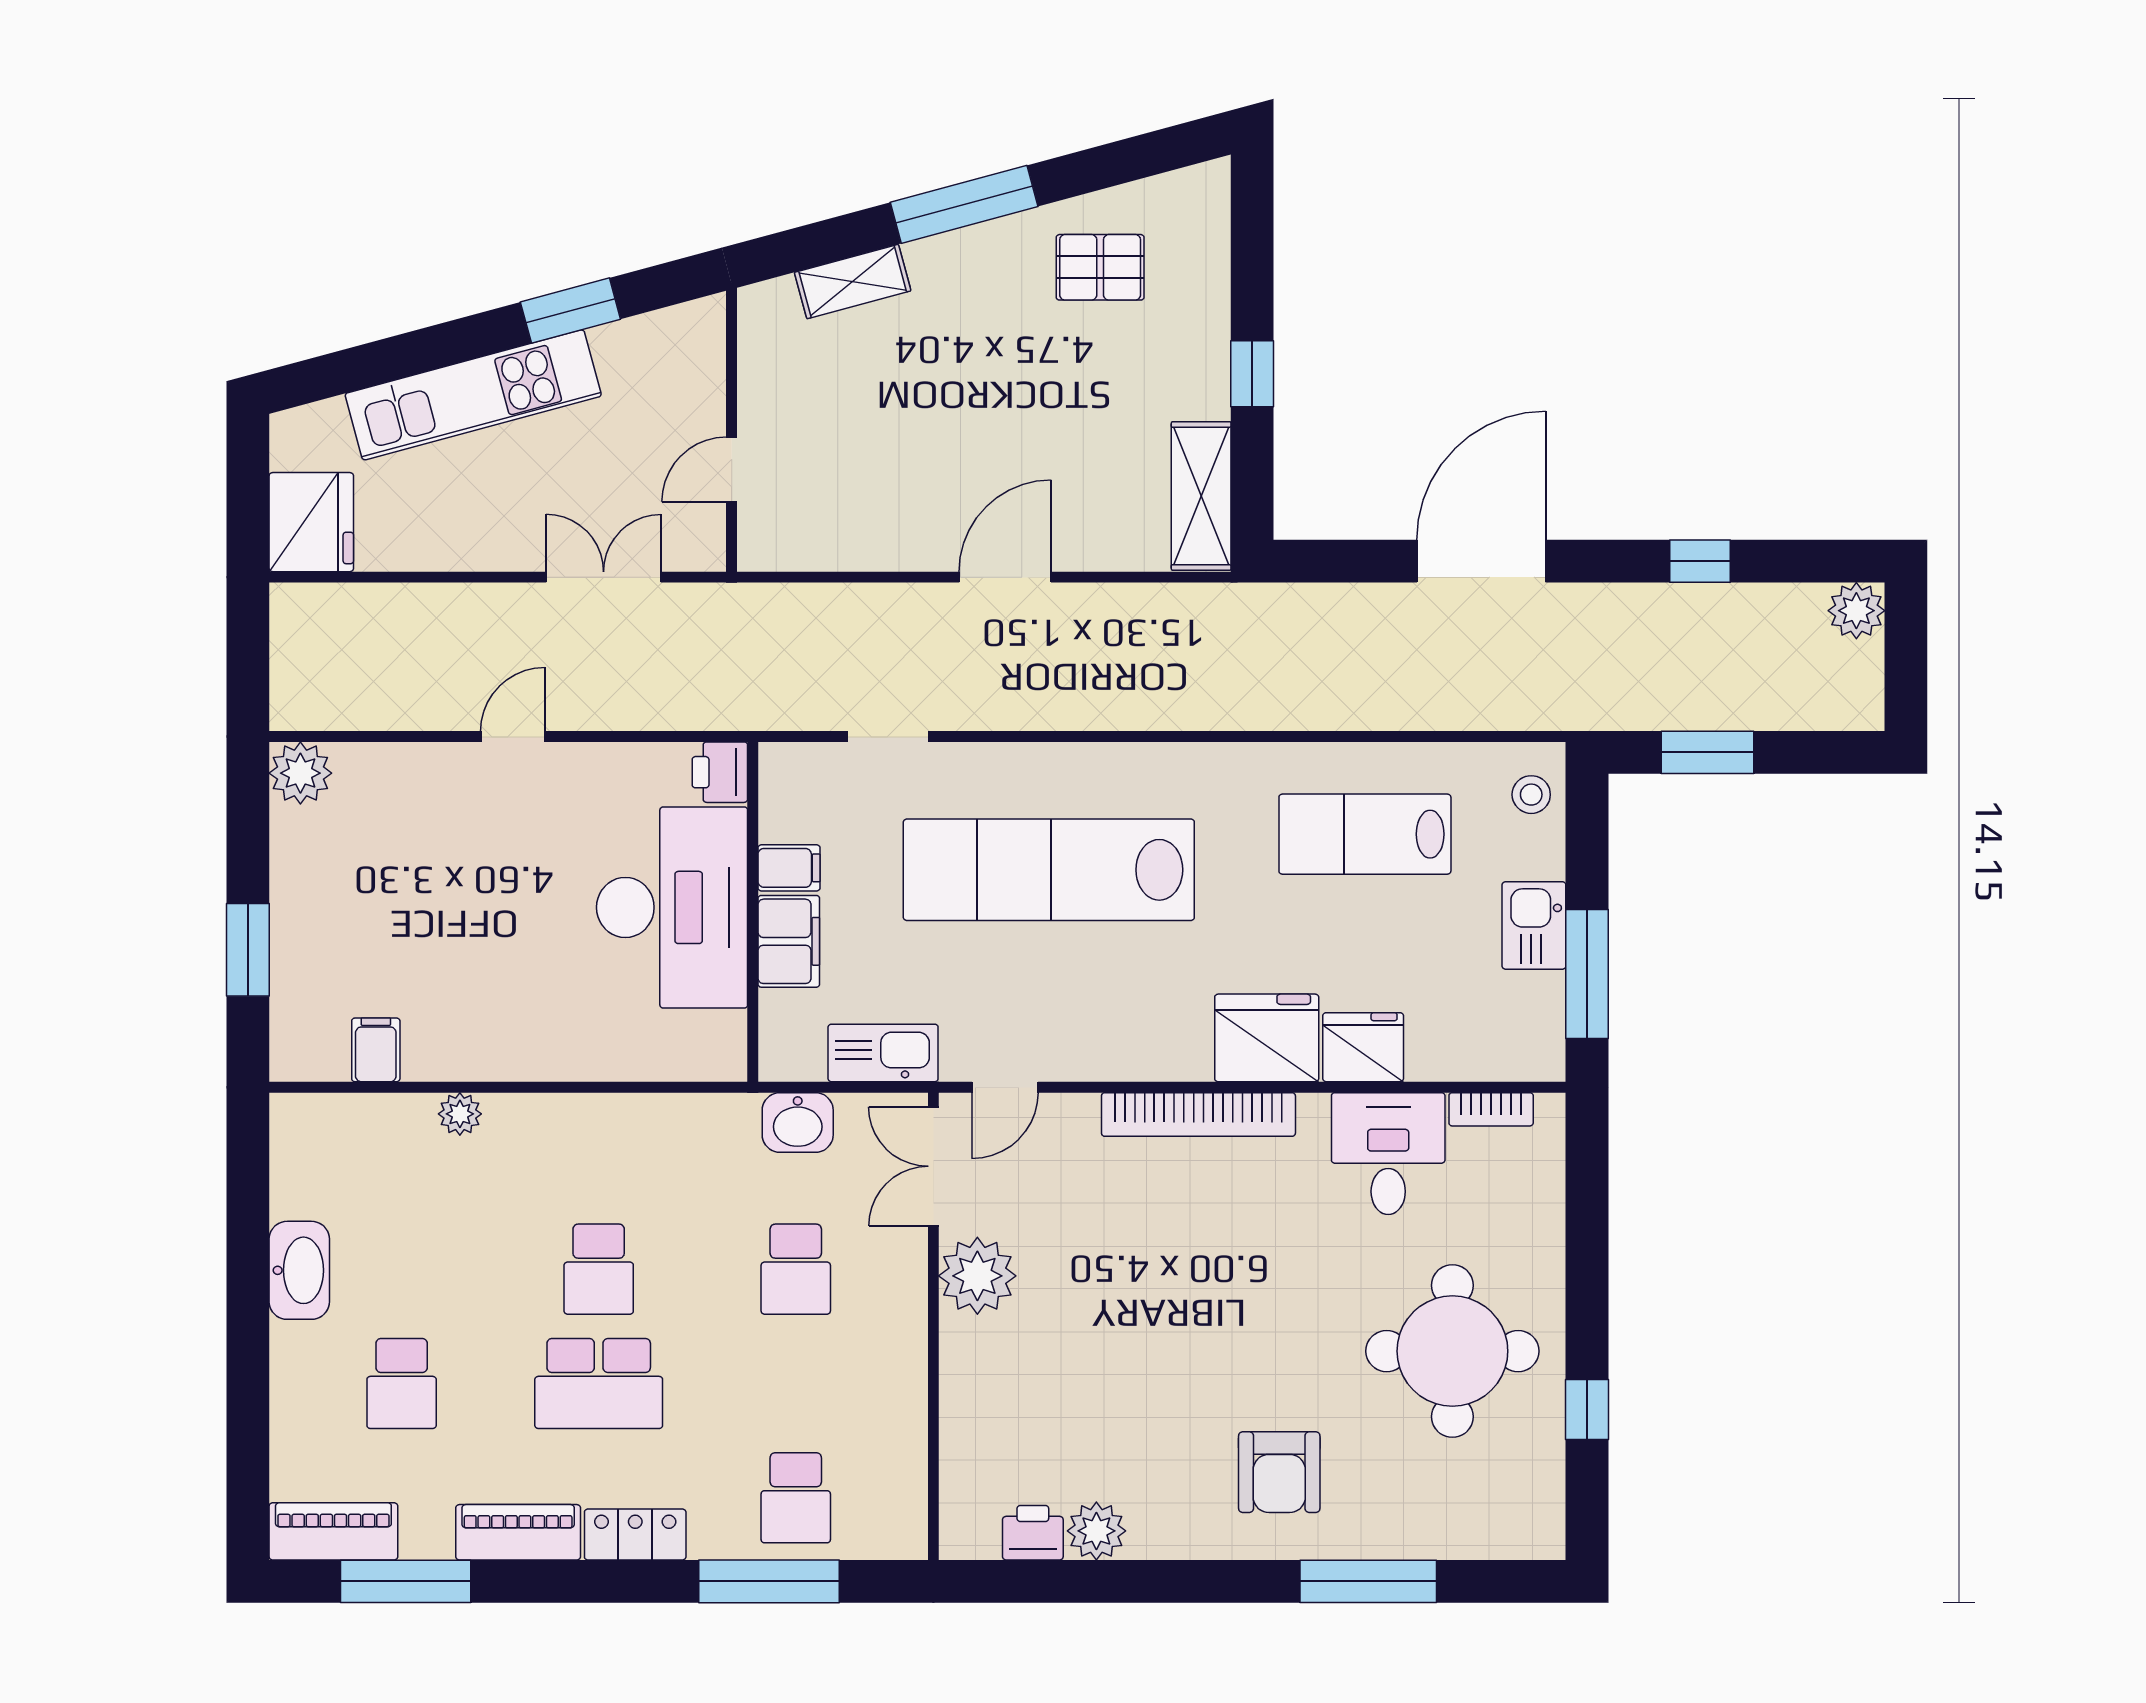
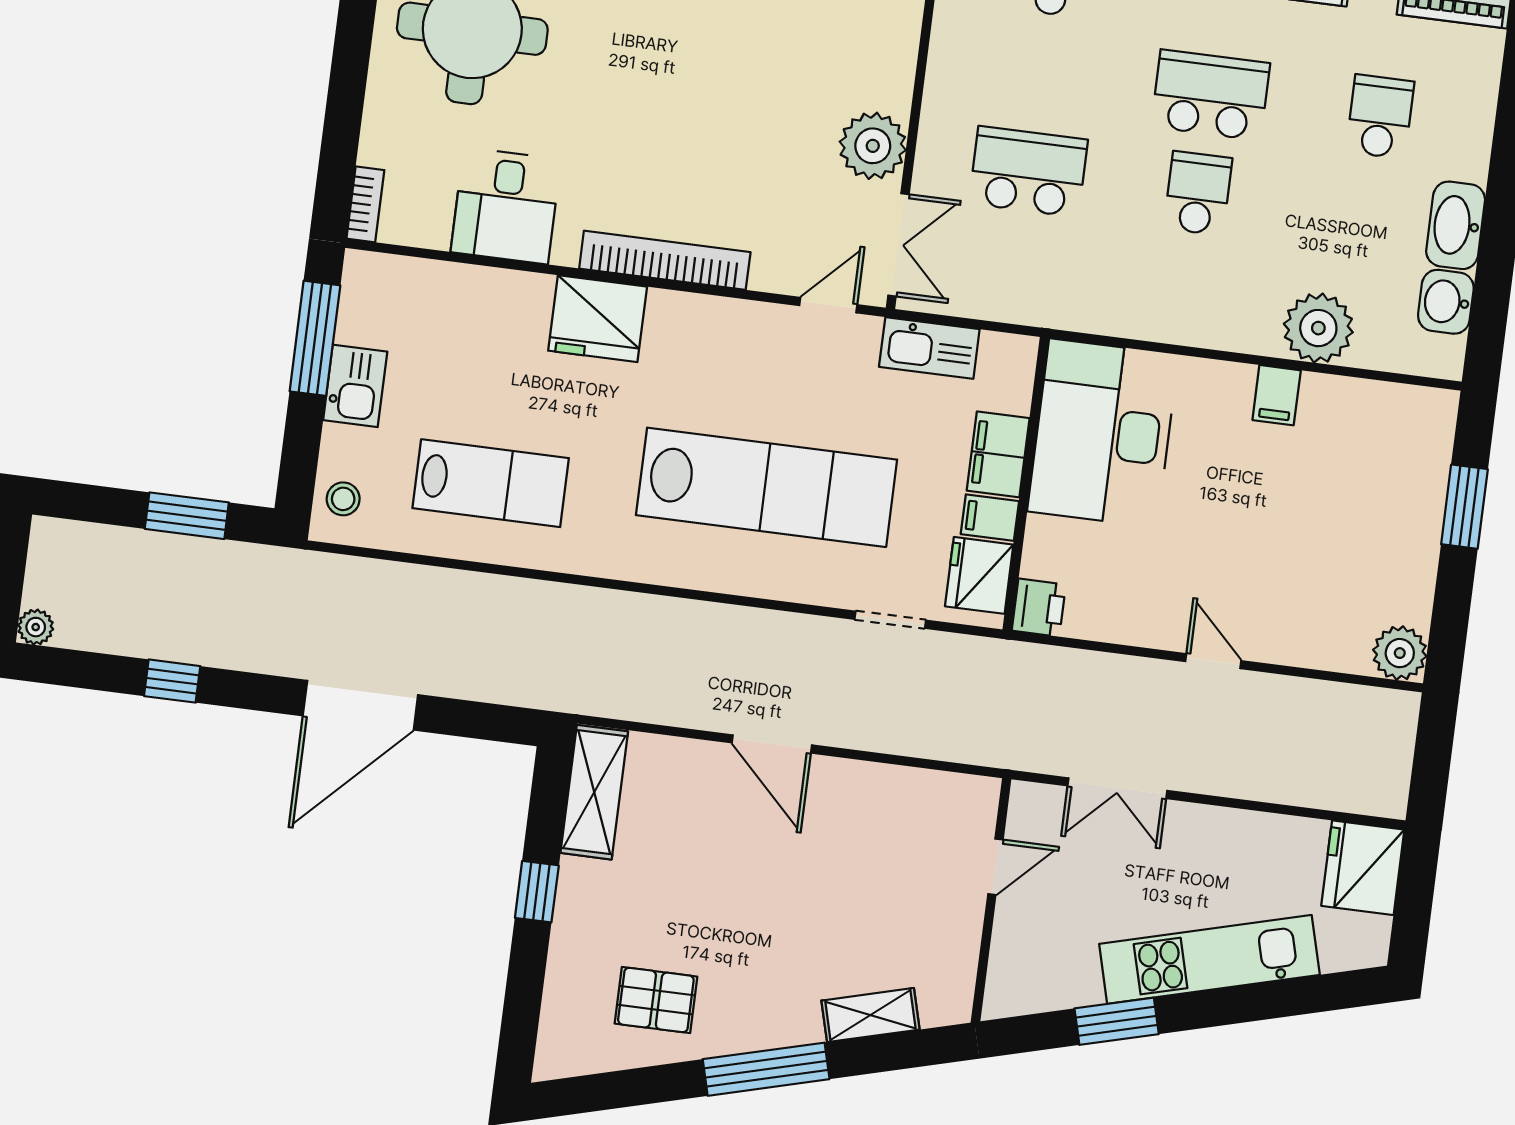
door: (1005, 577) -> (772, 744), hinge flipped
plant: (1856, 611) -> (36, 627), width x0.73, depth x0.73
door: (513, 737) -> (1213, 661), swing flipped
desk: (672, 907) -> (1103, 433), moved
fridge: (1363, 1047) -> (979, 575), moved, turned 90
filing cabinet: (376, 1050) -> (1277, 395), moved
bookcase: (1491, 1109) -> (365, 204), moved, turned 90
plant: (460, 1114) -> (1318, 328), width x1.87, depth x1.87
washbasin: (798, 1122) -> (1446, 302), moved, turned -90
school desk: (796, 1269) -> (1028, 172), width x1.85

